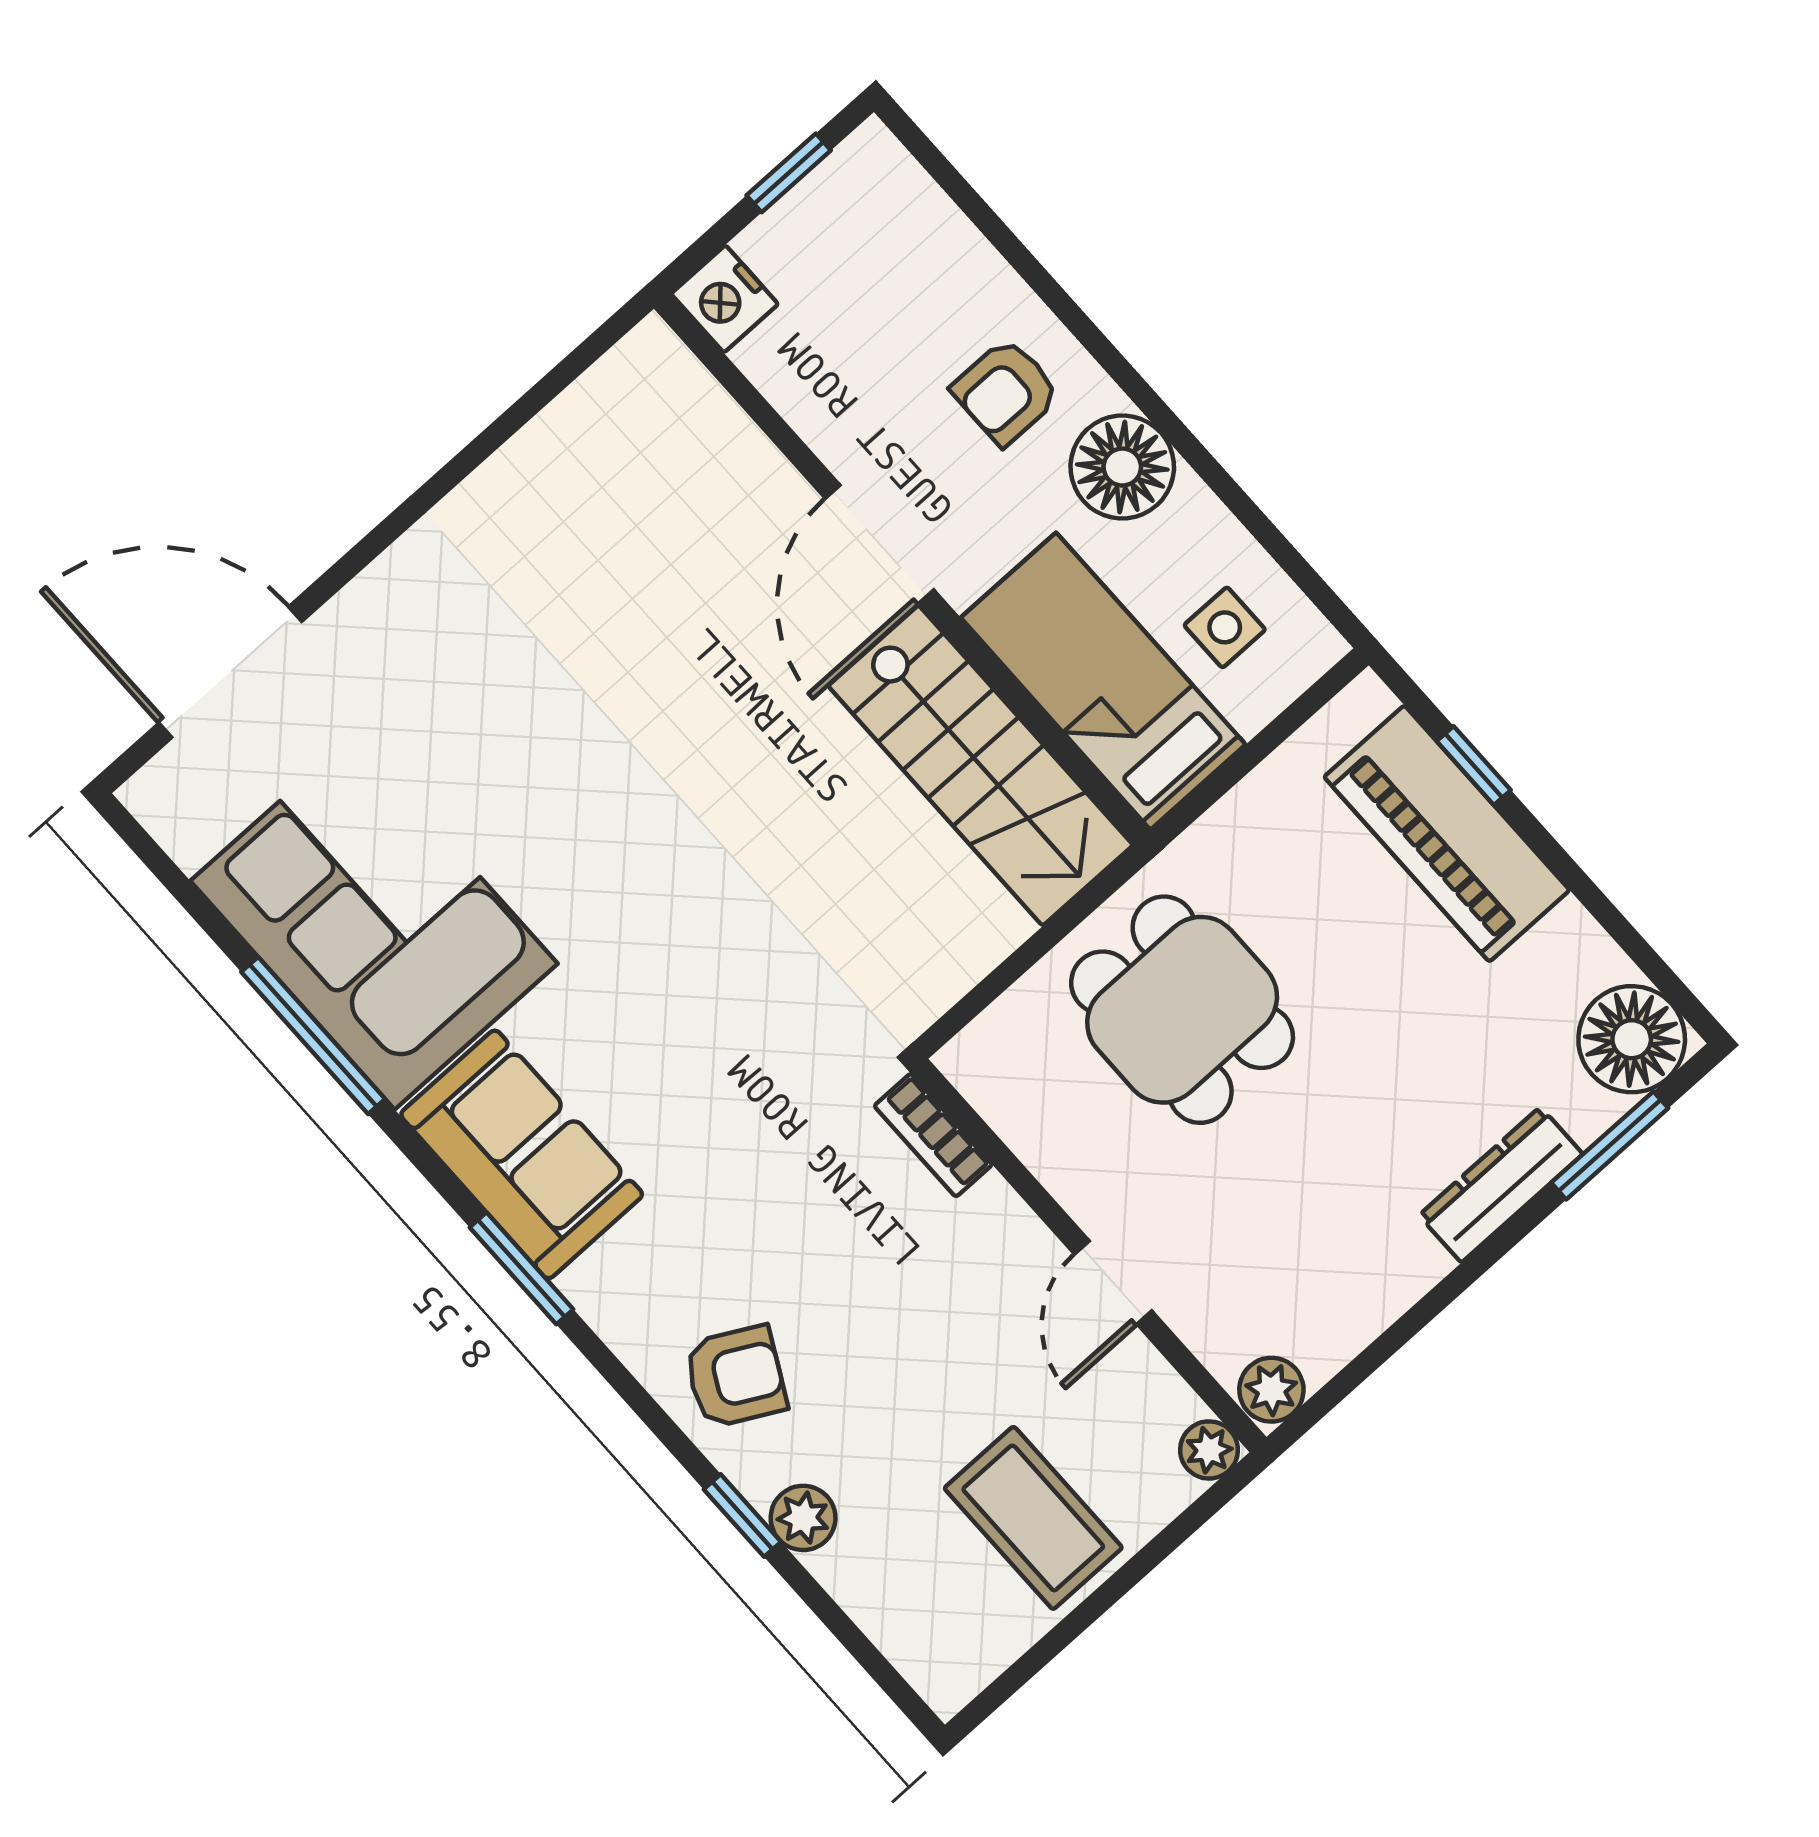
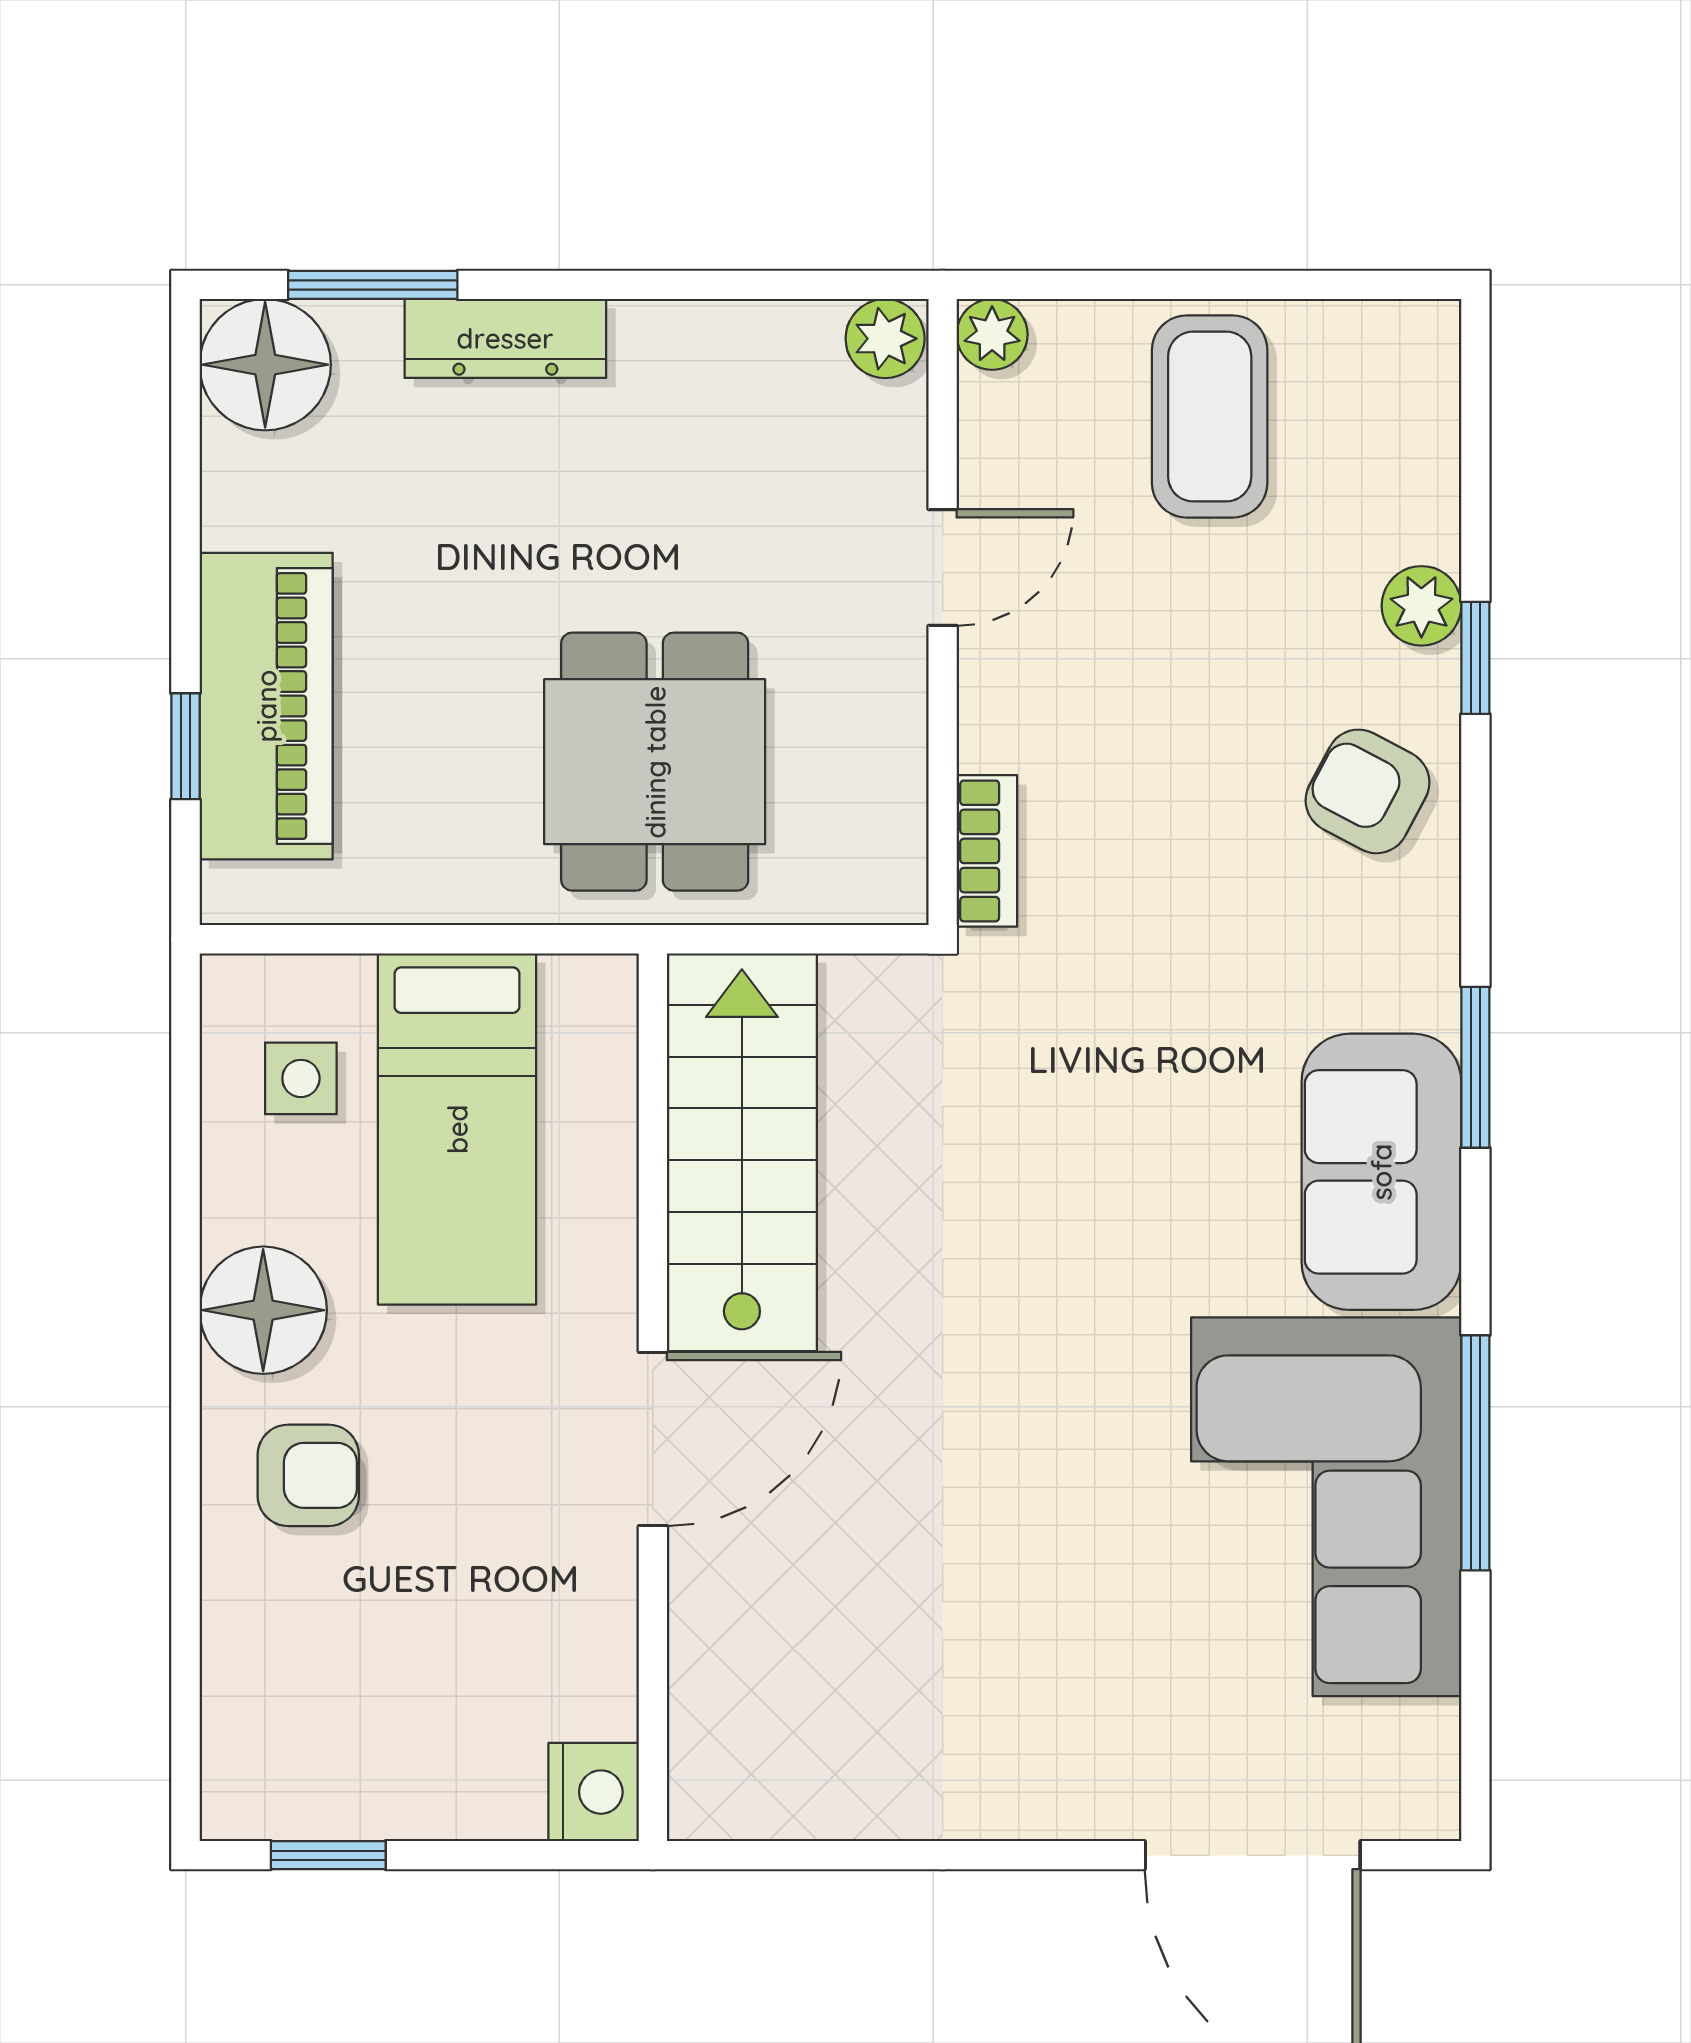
nightstand: (725, 299) -> (594, 1792), moved
door: (880, 544) -> (653, 1439), moved
wall: (902, 569) -> (653, 1397), moved
stairs: (981, 765) -> (742, 1152), moved

